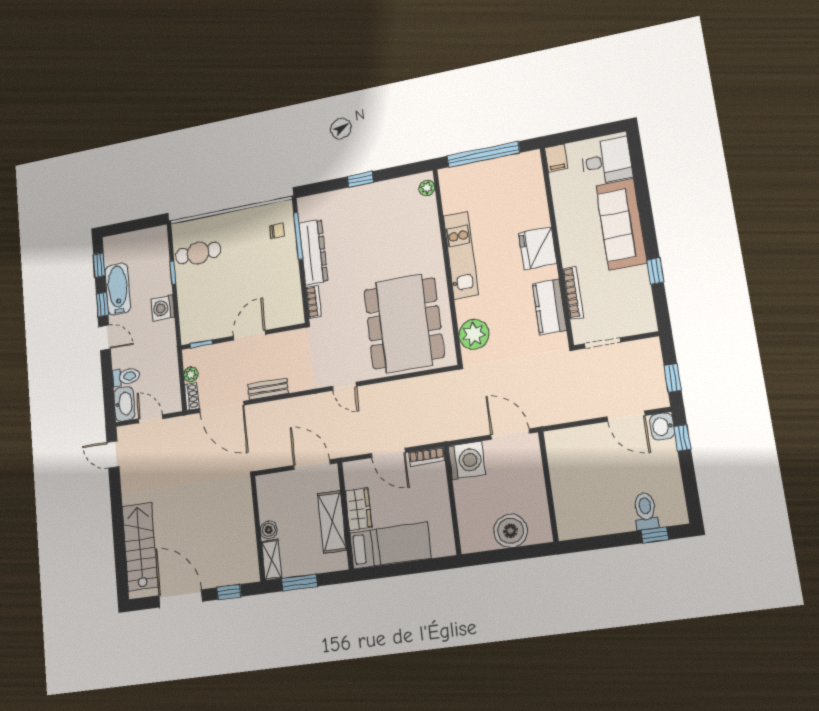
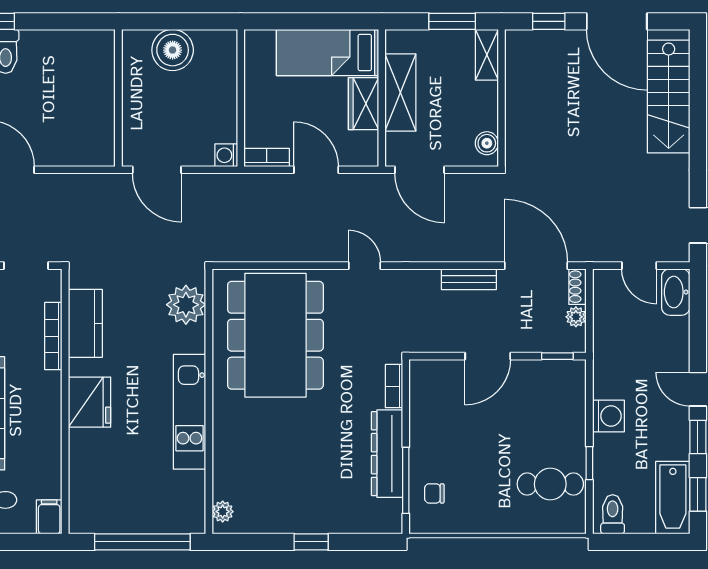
bathtub: (118, 289) -> (673, 498), moved
toilet: (126, 377) -> (613, 514), moved, turned 90
washing machine: (467, 460) -> (226, 155), width x0.53, depth x0.53
boiler: (269, 530) -> (487, 143), moved

